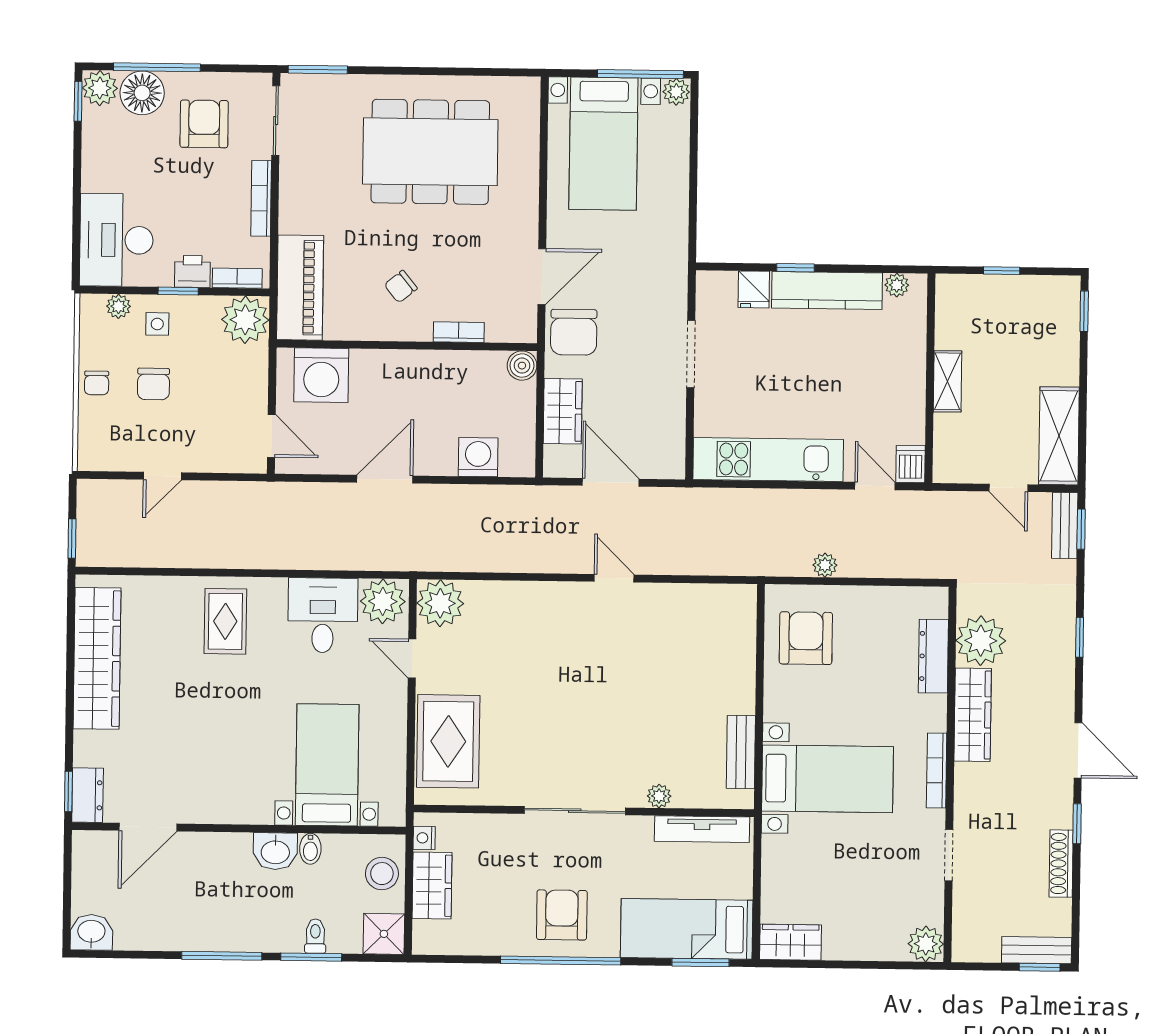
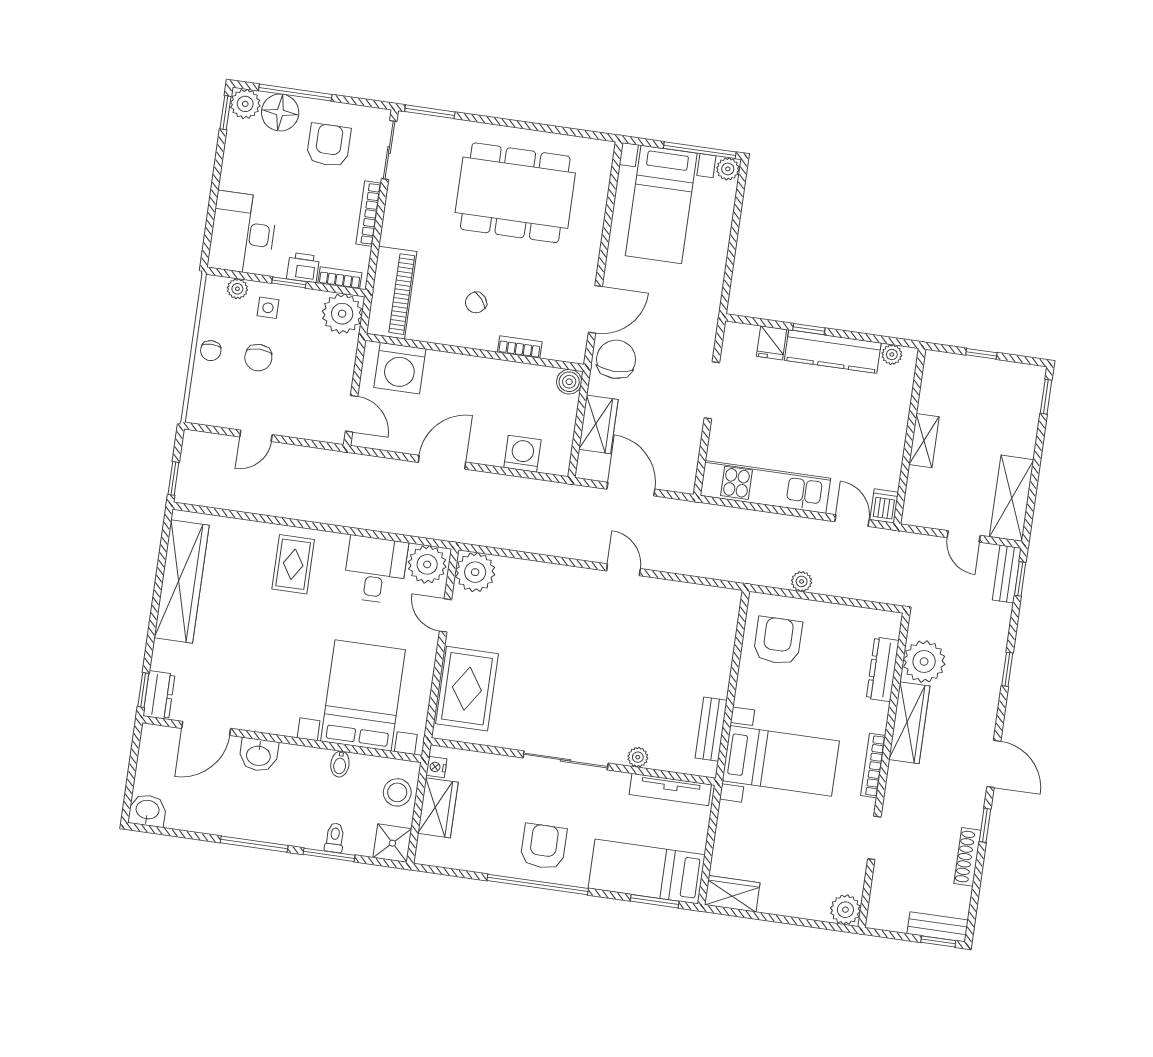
chair: (574, 332) -> (616, 359), turned 180
bed with nightstands: (327, 765) -> (363, 695), width x1.36
washbasin: (275, 851) -> (259, 755), moved

